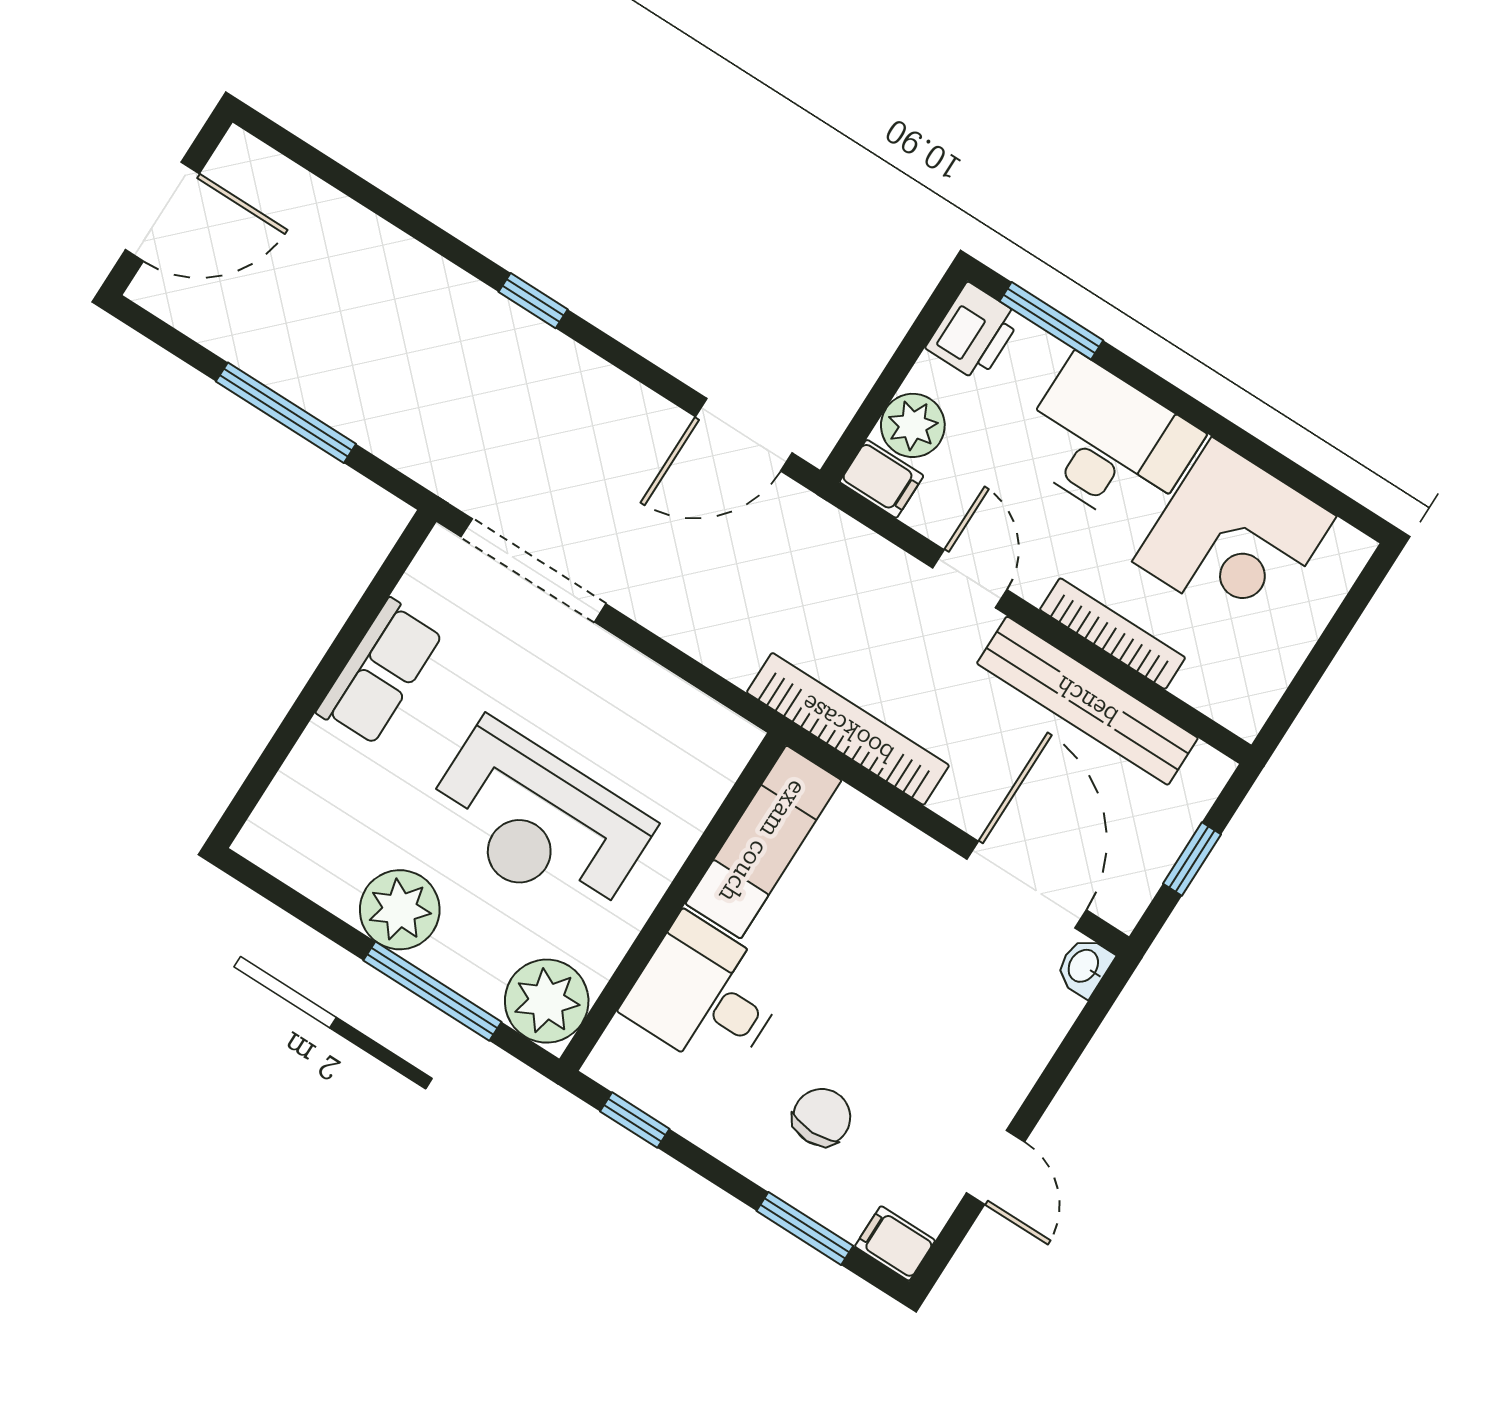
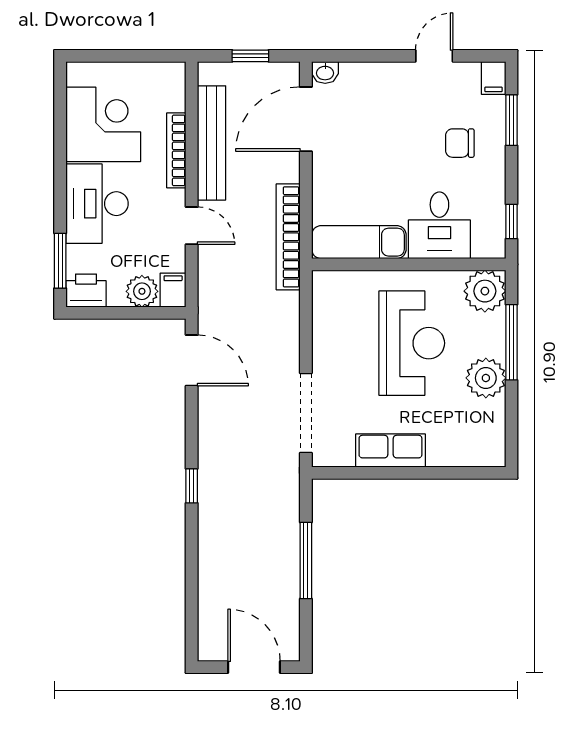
door: (970, 579) -> (192, 226), swing flipped

